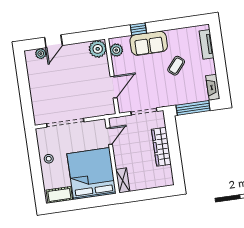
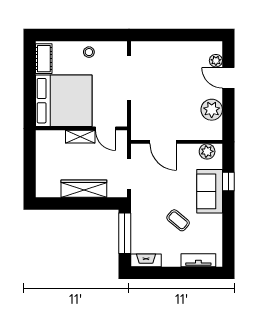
plant: (98, 49) -> (212, 110), moved
shelving: (123, 180) -> (80, 137), moved

